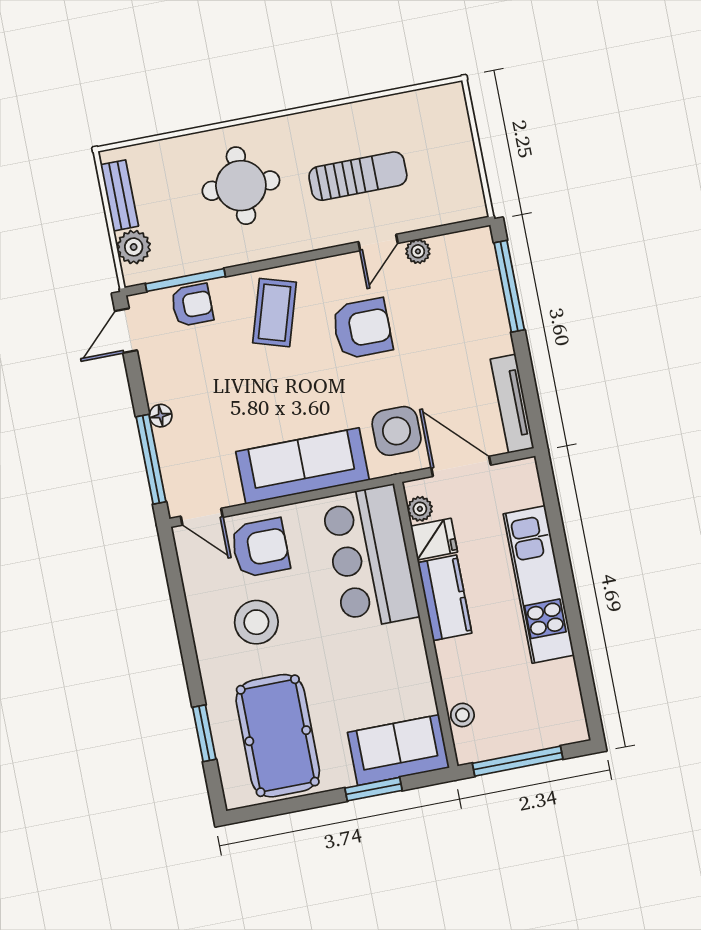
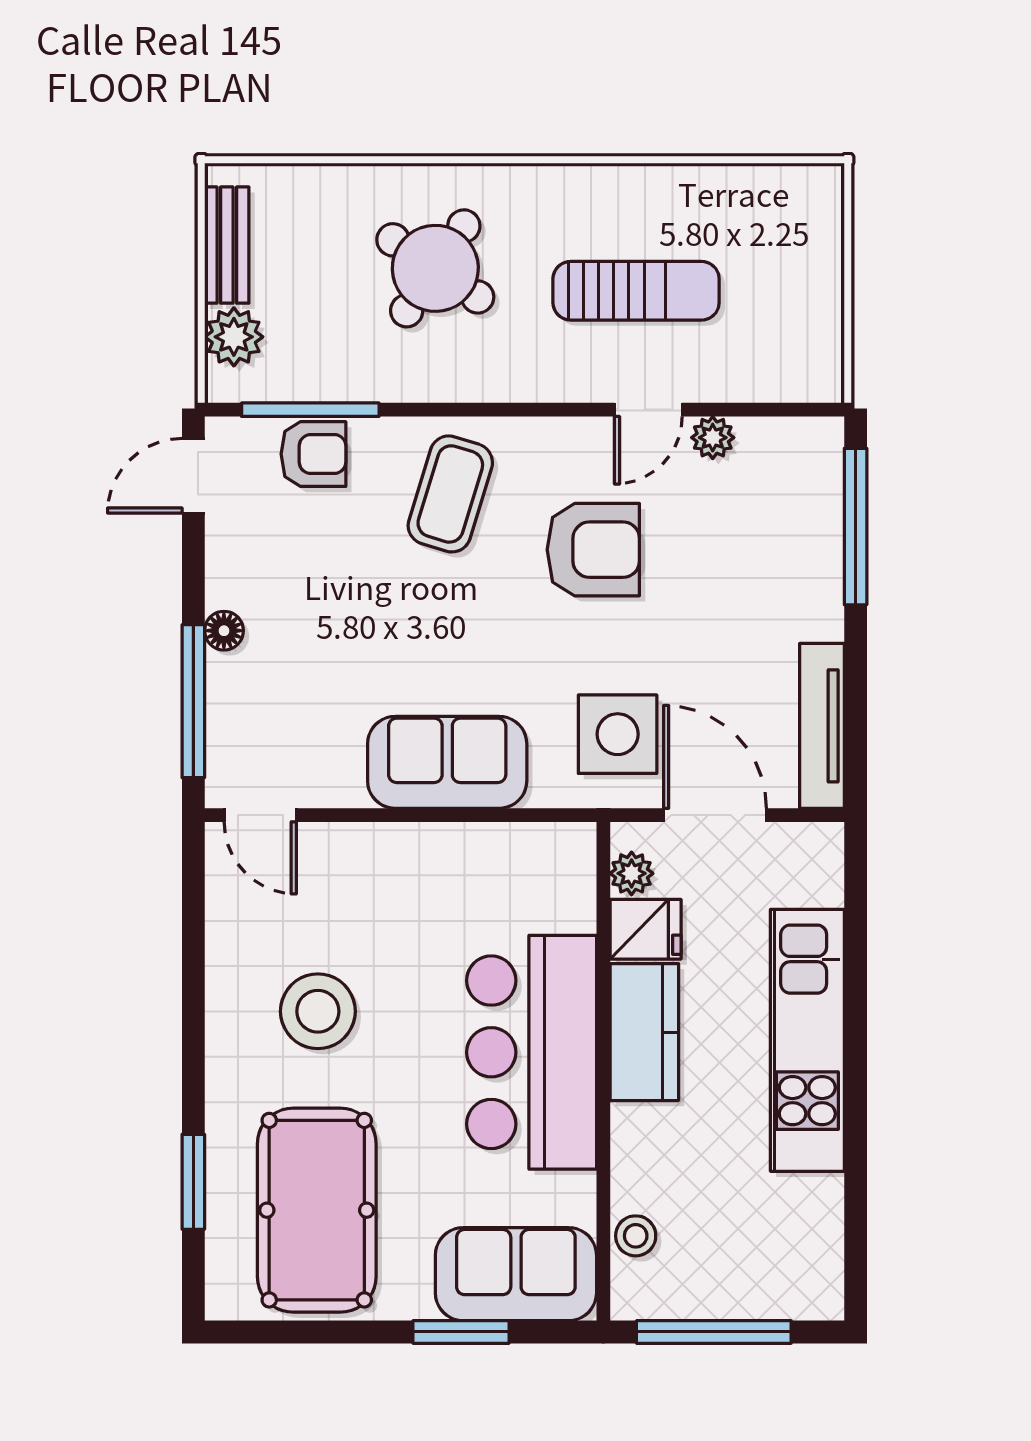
round table: (241, 186) -> (435, 268), turned 33
sofa: (303, 466) -> (447, 762), width x0.73
armchair: (260, 548) -> (349, 887), removed
bar counter: (370, 557) -> (532, 1052), moved

